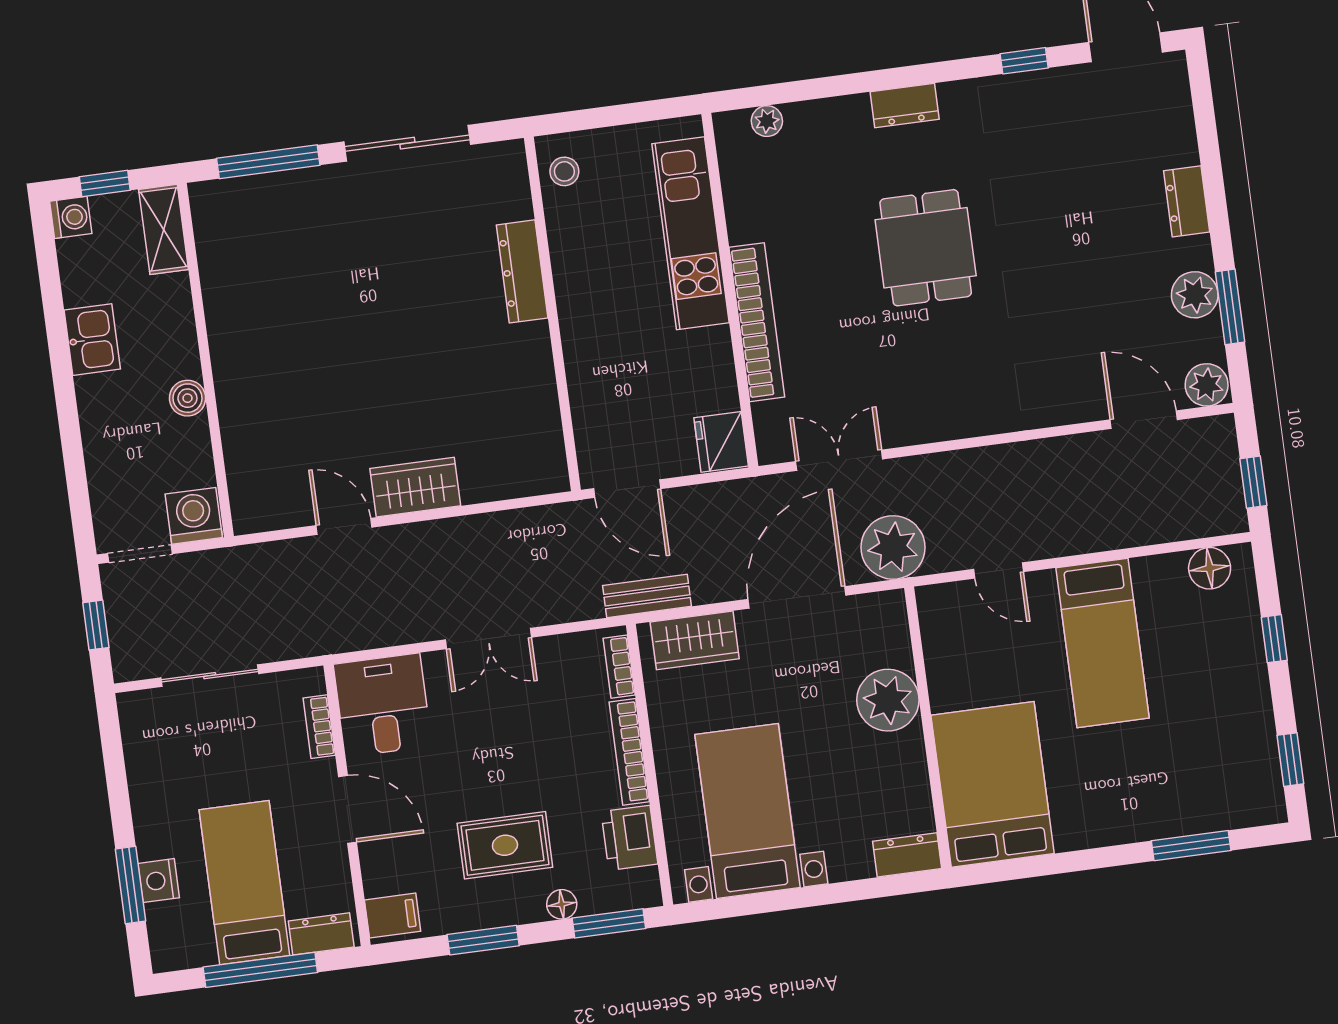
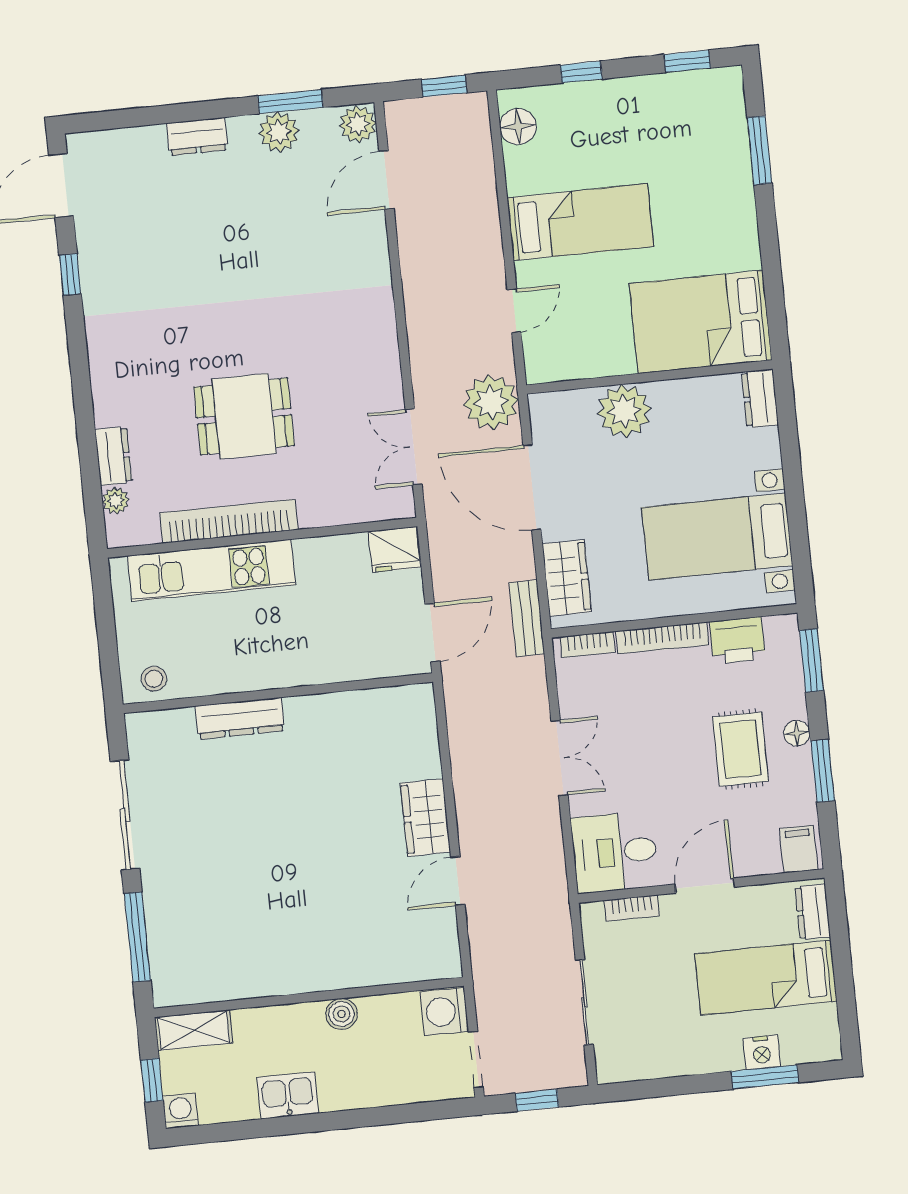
dresser: (905, 105) -> (113, 456), moved
dining table: (926, 248) -> (244, 416), moved
bookcase: (757, 322) -> (229, 521), moved
floor lamp: (562, 904) -> (797, 733), moved
window: (260, 970) -> (842, 966), removed

